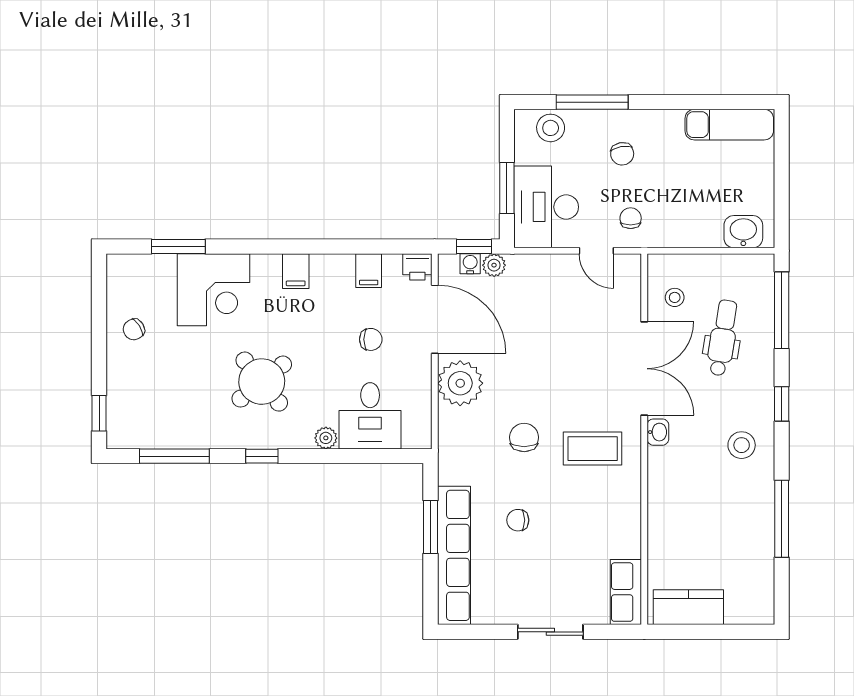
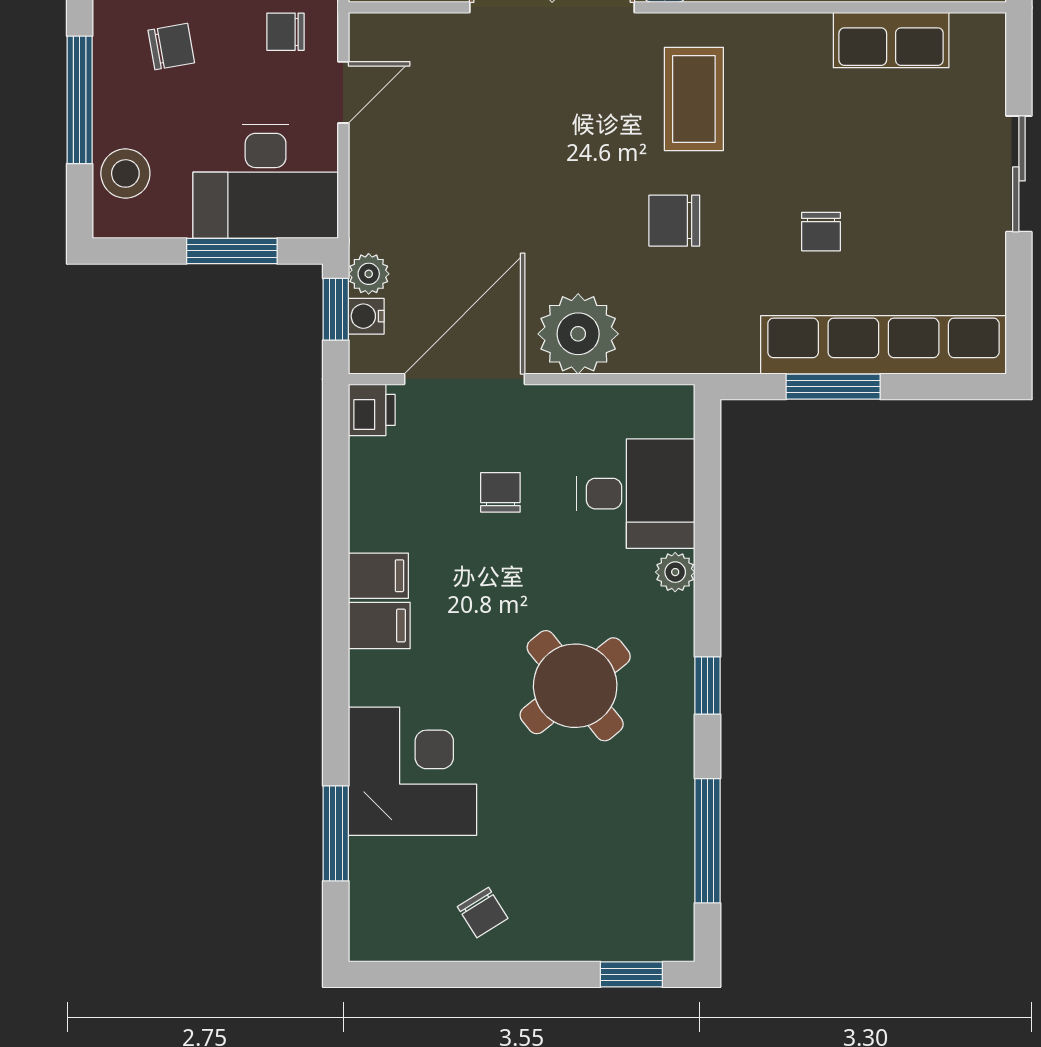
filing cabinet: (369, 271) -> (378, 576), moved
row of seats: (626, 592) -> (891, 40), moved

